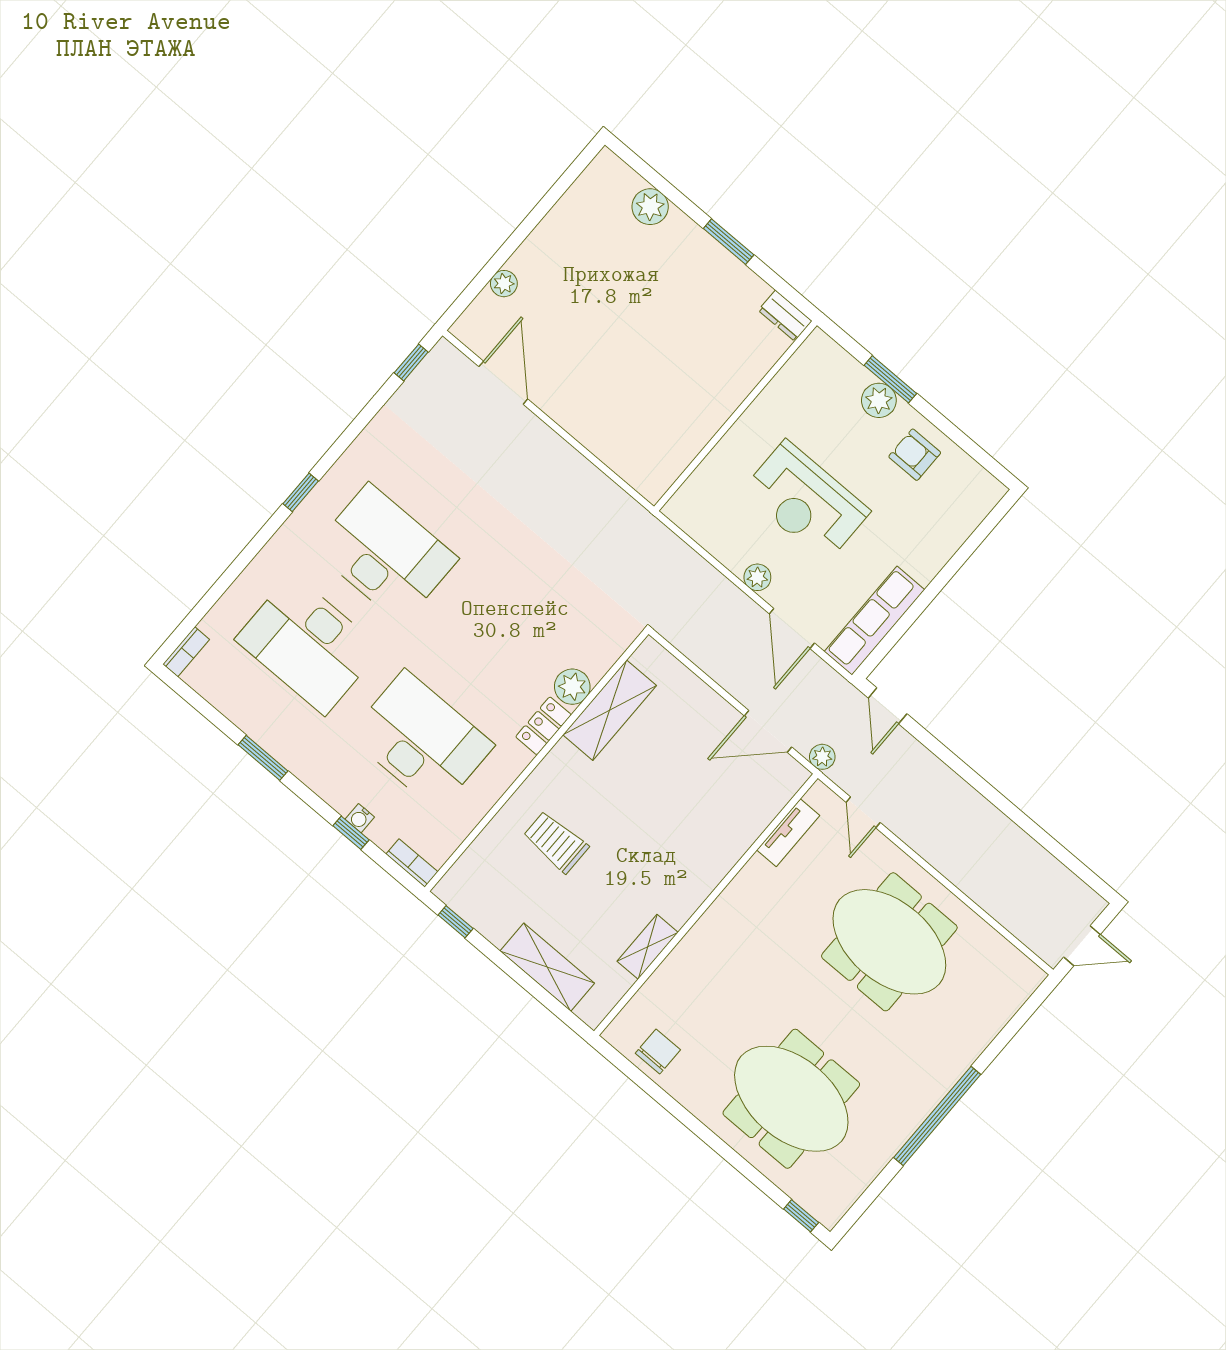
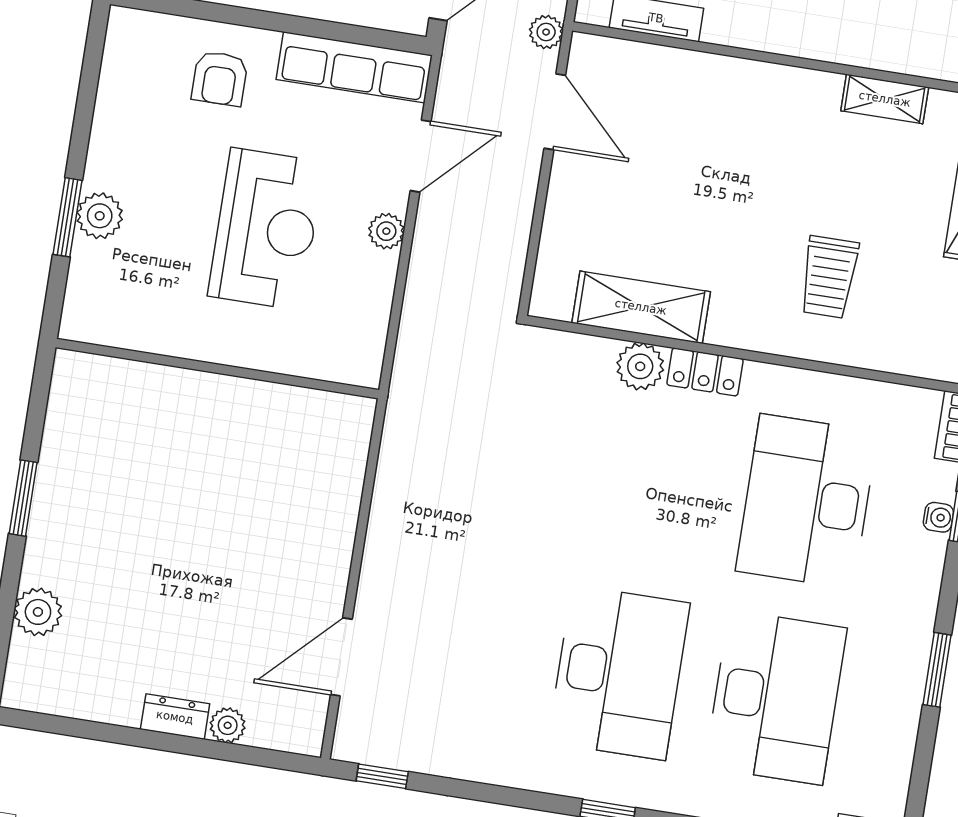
dresser: (785, 316) -> (175, 717), moved, turned -90
armchair: (915, 455) -> (220, 78), moved
desk: (385, 554) -> (619, 673), turned 180

